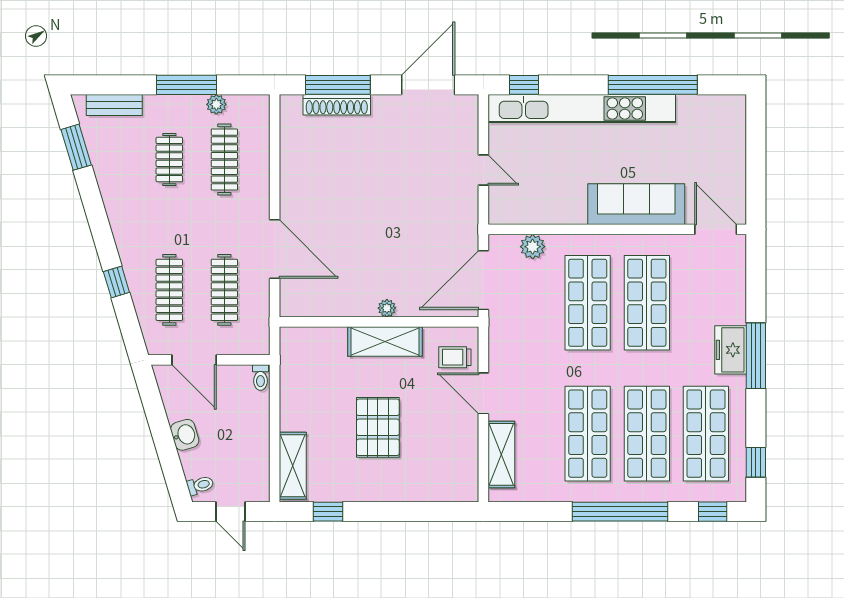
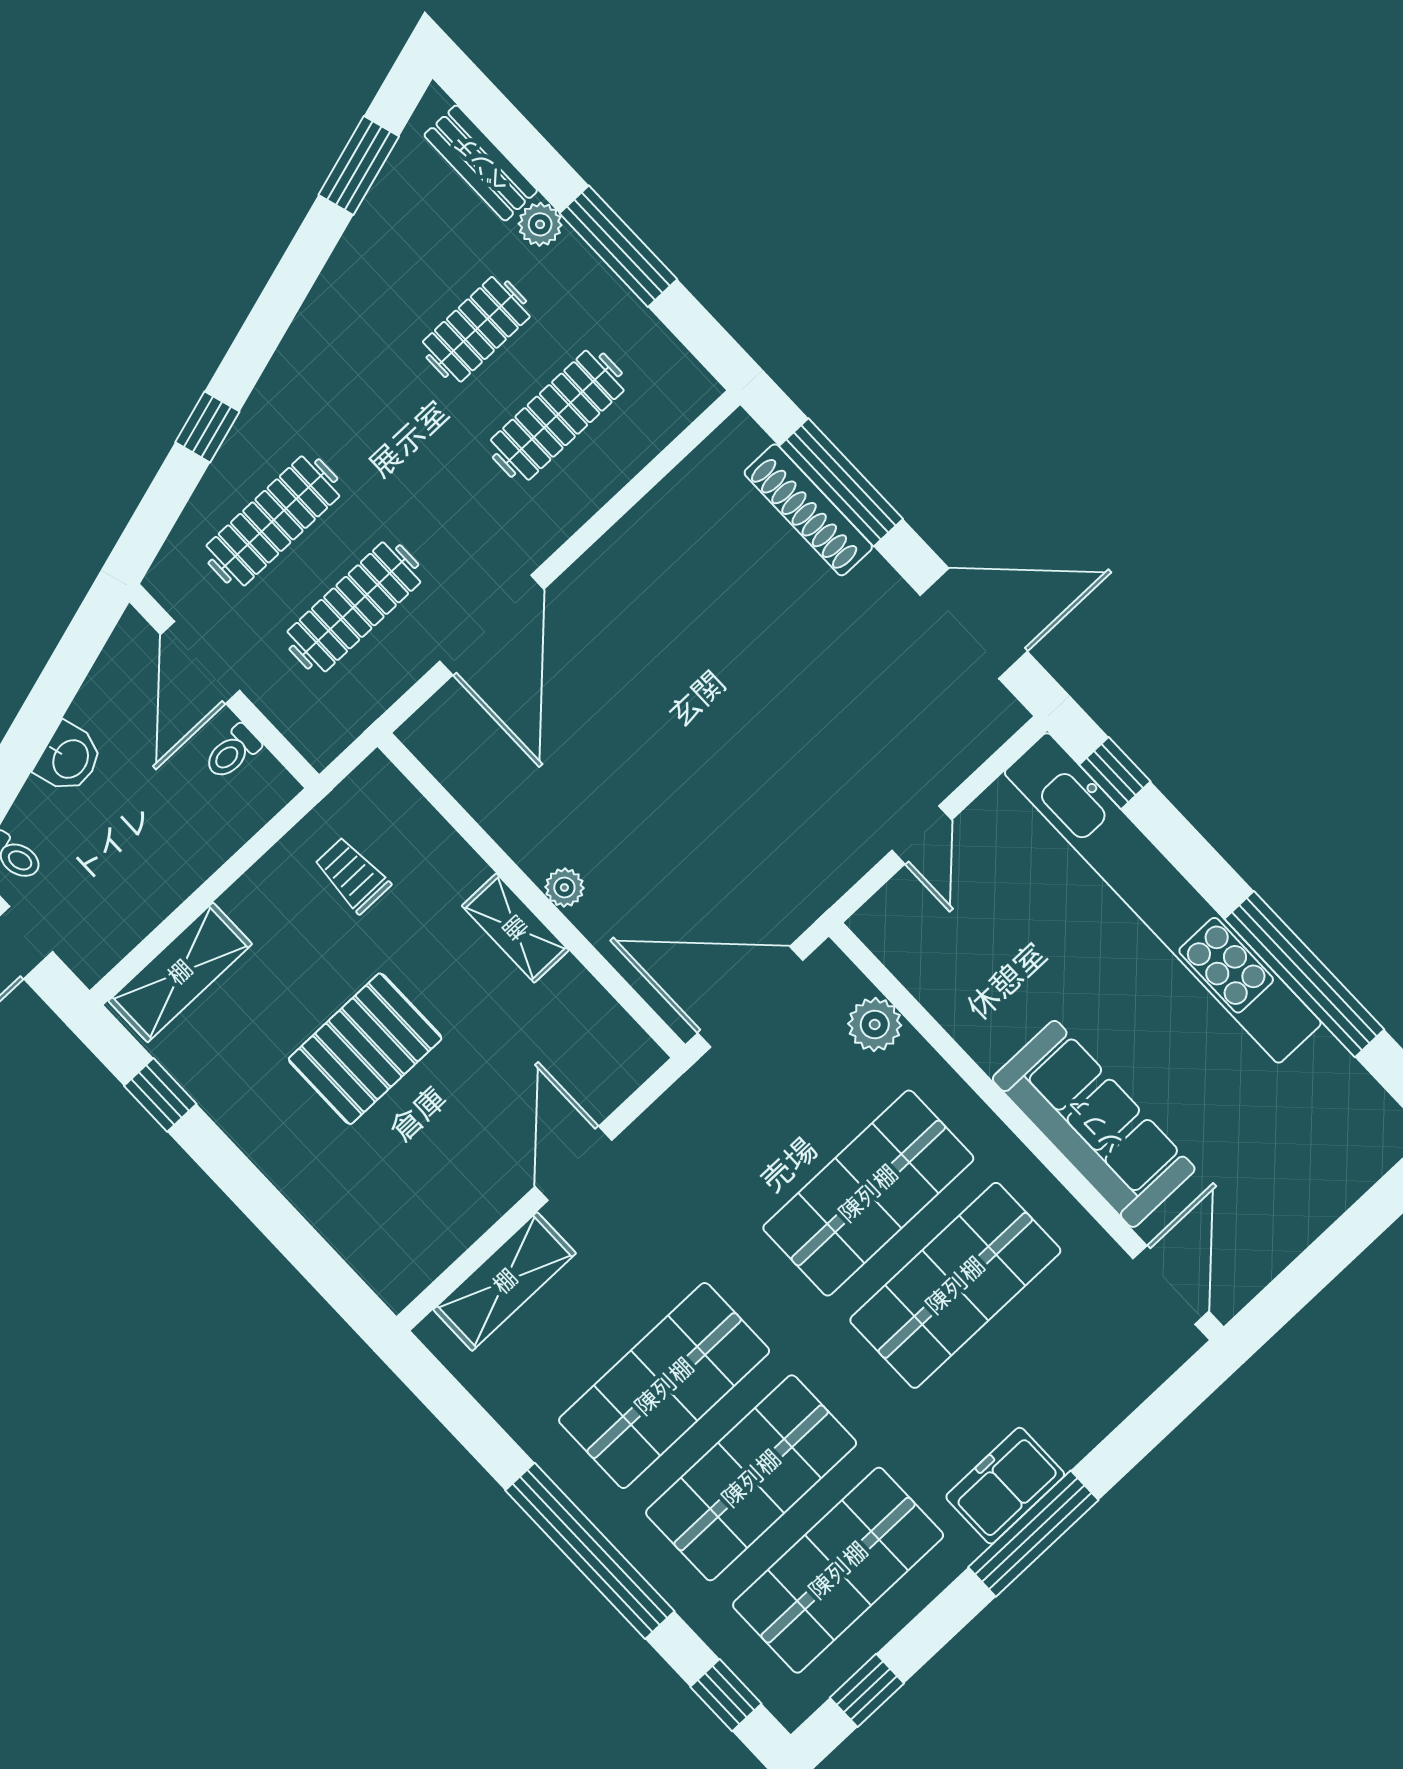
plant: (216, 104) -> (540, 224), moved
shelving: (385, 342) -> (515, 928), width x0.67, depth x0.75
trolley: (455, 357) -> (352, 875), moved
toilet: (260, 378) -> (232, 752), moved

